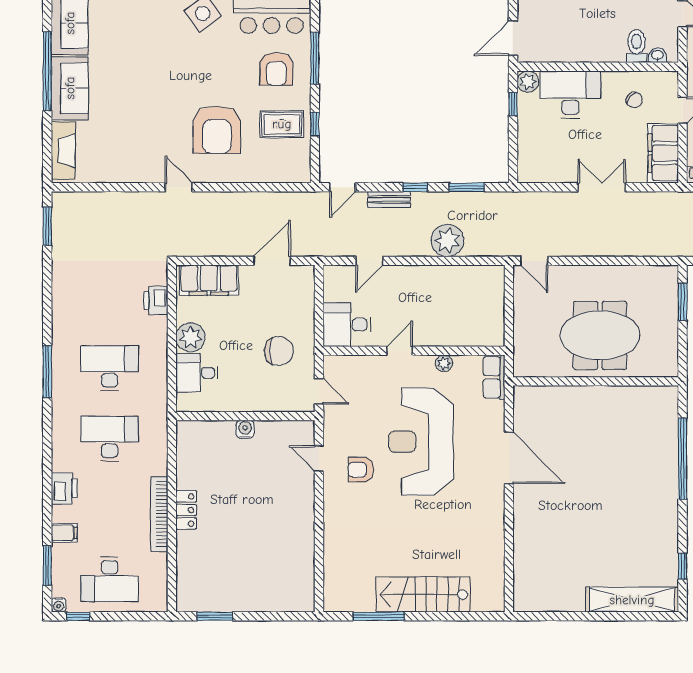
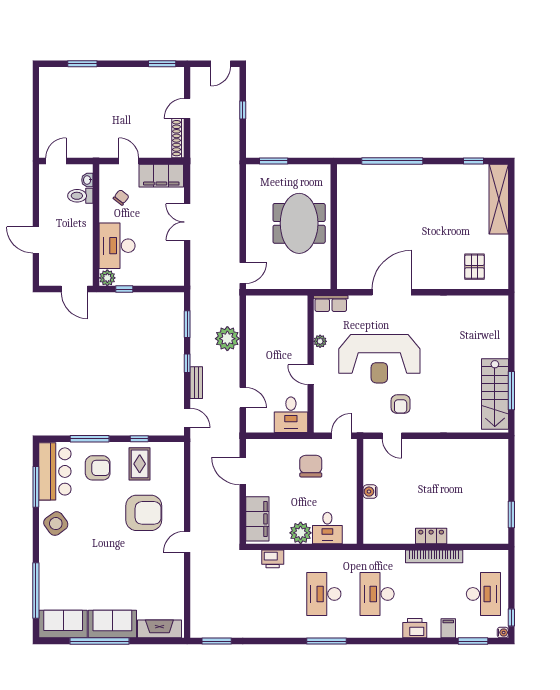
door: (319, 458) -> (392, 436), hinge flipped
pallet: (543, 568) -> (474, 267), added
stairs: (423, 595) -> (495, 394), moved

